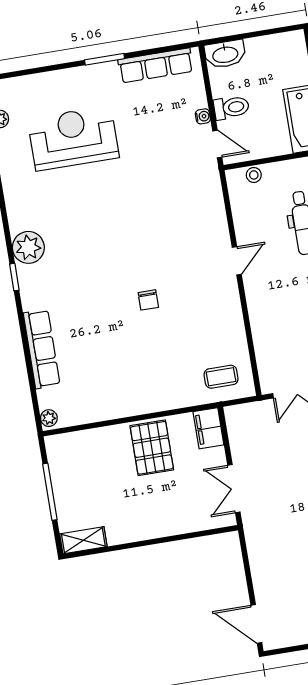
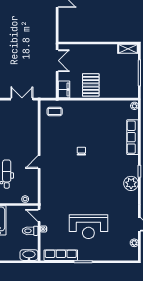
reception desk: (73, 138) -> (88, 227), moved

